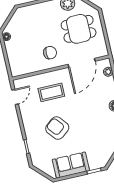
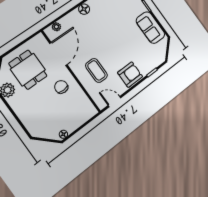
door: (82, 63) -> (58, 54), hinge flipped
armchair: (57, 128) -> (130, 75), moved, turned -141

